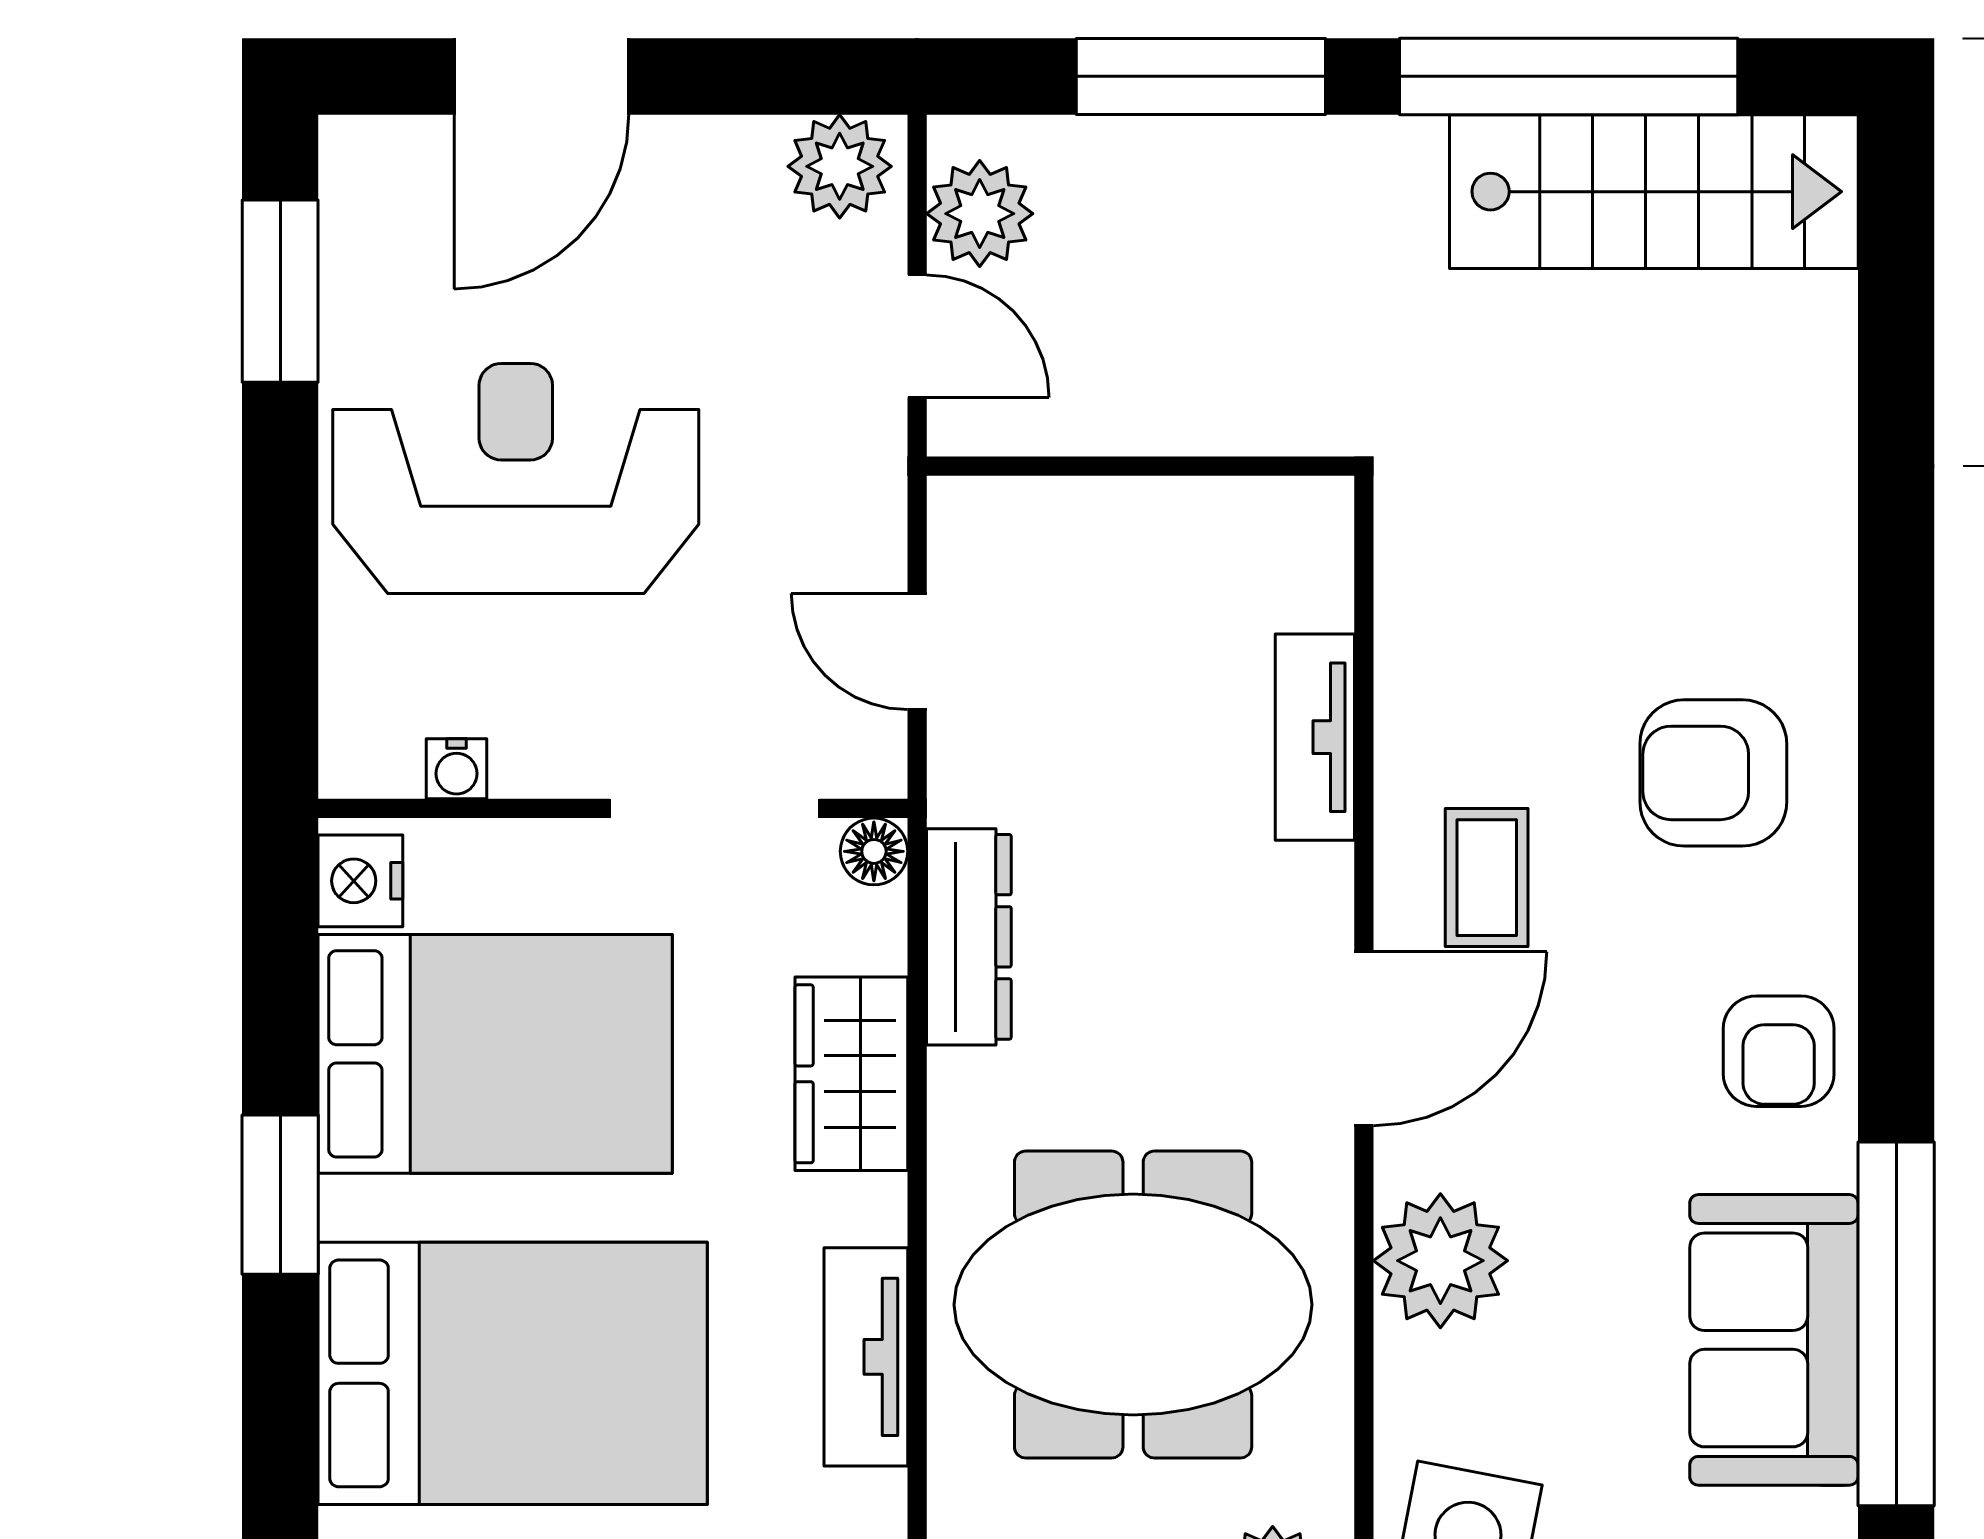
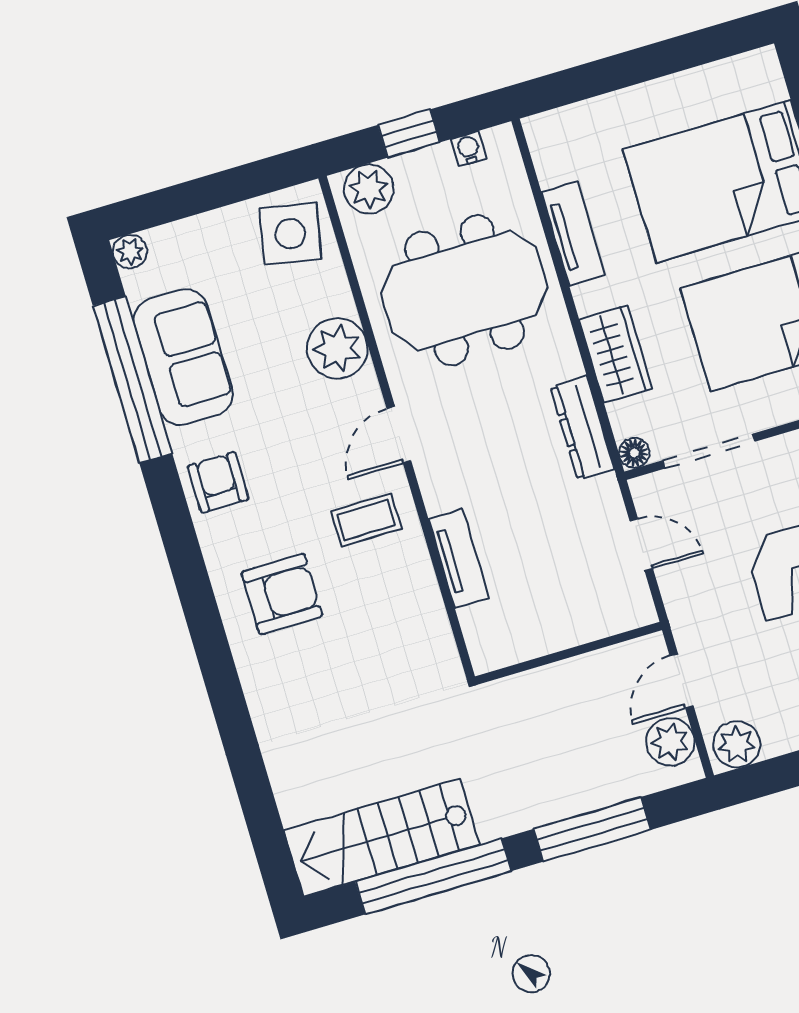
door: (917, 336) -> (682, 681), hinge flipped
coffee table: (1487, 878) -> (366, 520), turned 90
door: (1364, 1039) -> (399, 435), width x0.73

